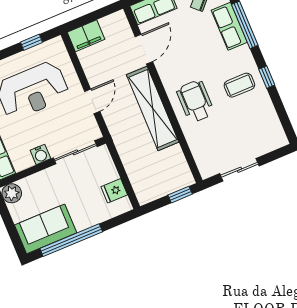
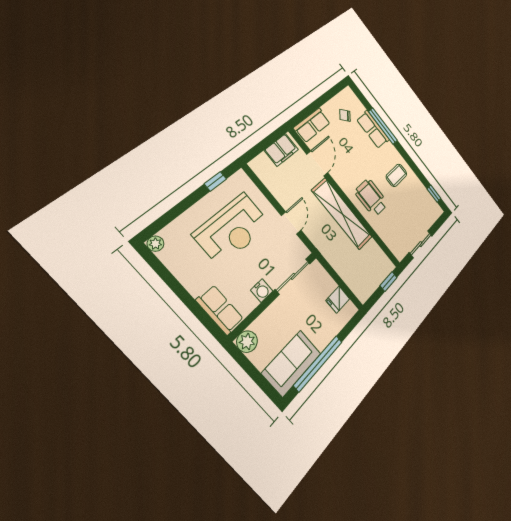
filing cabinet: (86, 36) -> (281, 150), moved
window: (267, 77) -> (434, 194), moved

